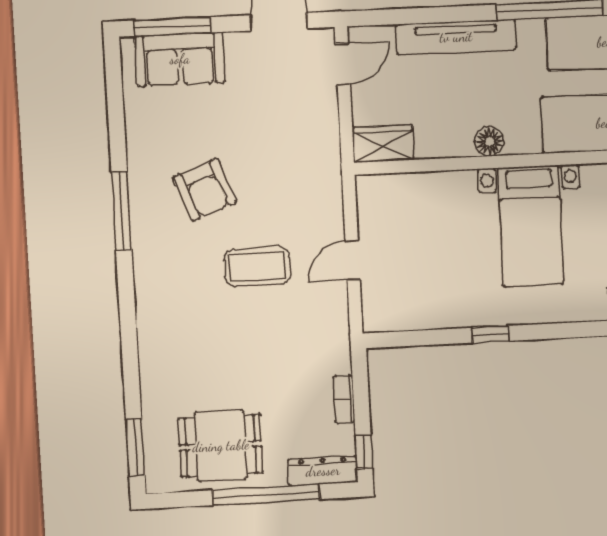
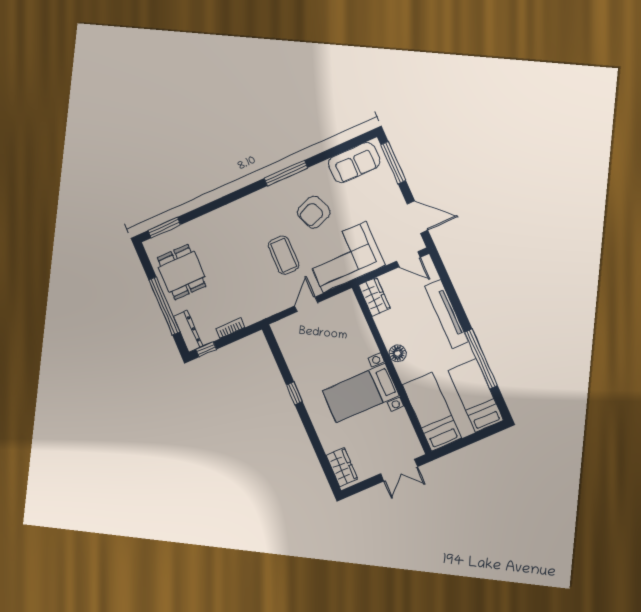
sofa: (180, 59) -> (354, 163), moved, turned -90
corner sofa: (299, 168) -> (344, 257), added
door: (353, 260) -> (306, 304), hinge flipped

